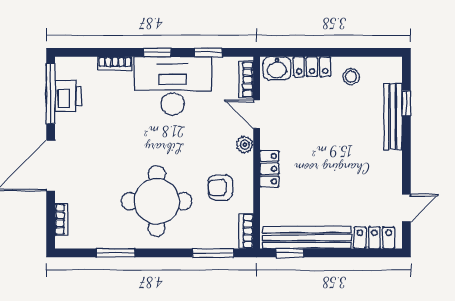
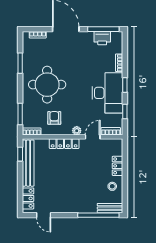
washbasin: (277, 68) -> (117, 147), removed
window: (406, 103) -> (98, 215), width x3.17
bench: (393, 117) -> (110, 208), moved, width x0.73
locker: (269, 169) -> (64, 144), width x1.53

